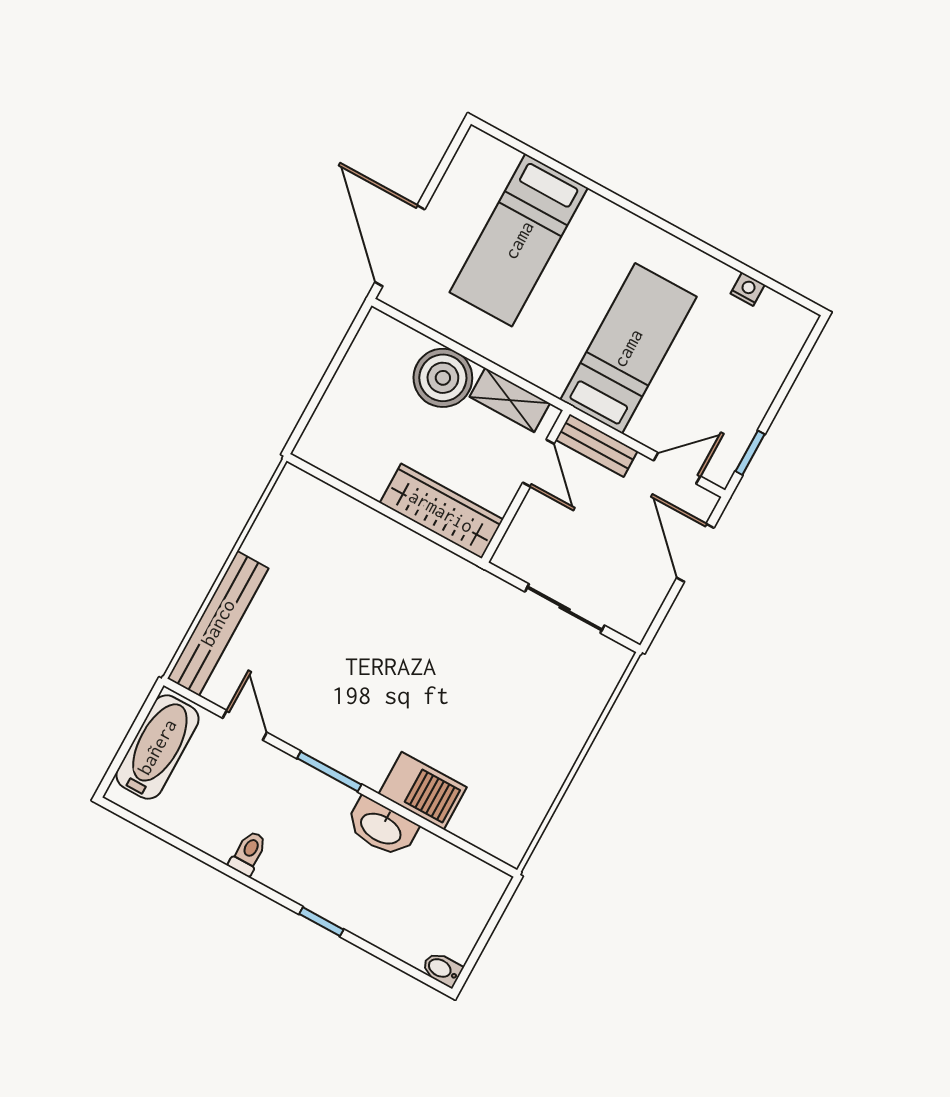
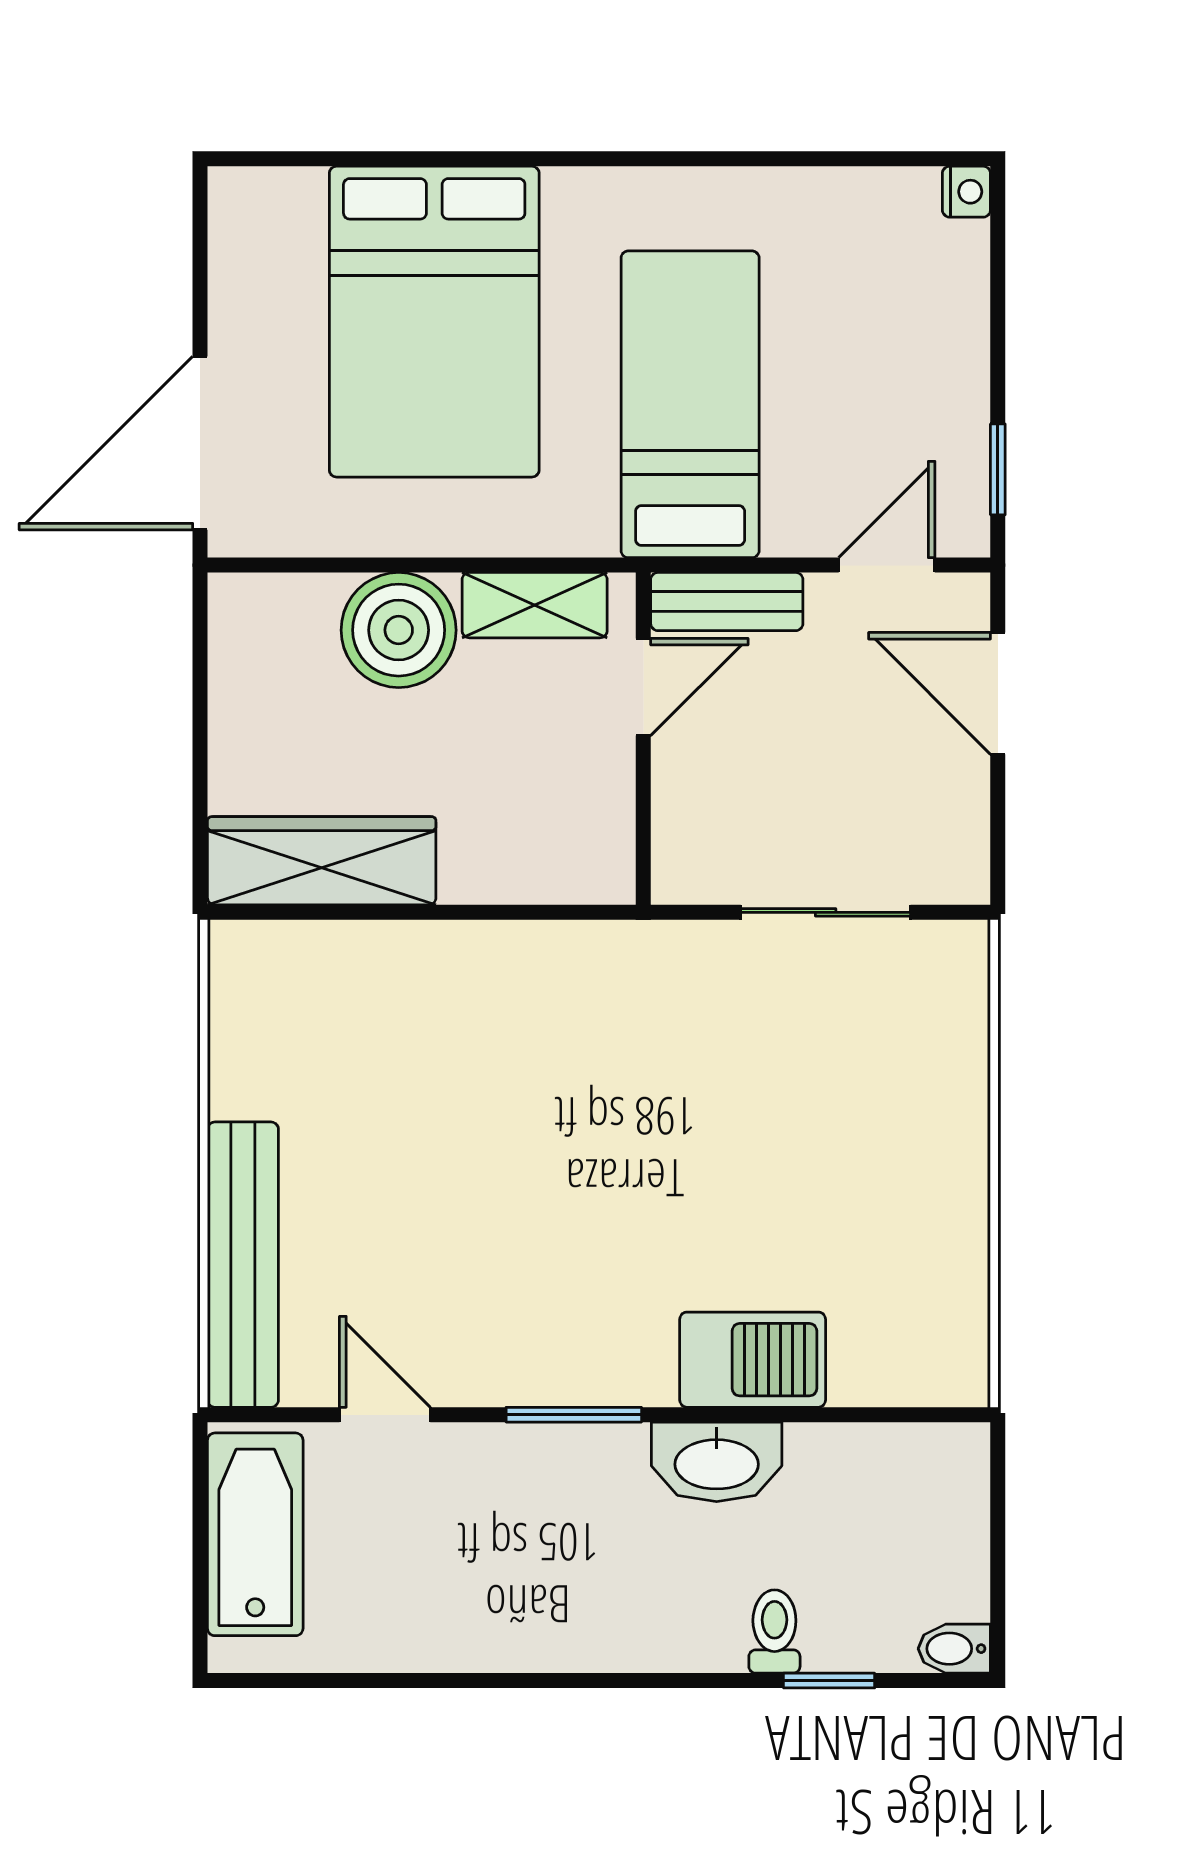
bed: (519, 240) -> (434, 322), width x1.50
door: (400, 246) -> (200, 443), hinge flipped
nightstand: (748, 289) -> (966, 192), moved, turned 90
door: (538, 463) -> (643, 687), hinge flipped
wardrobe: (441, 511) -> (322, 861), moved
toilet: (248, 853) -> (774, 1631), moved
window: (321, 922) -> (829, 1681), moved

